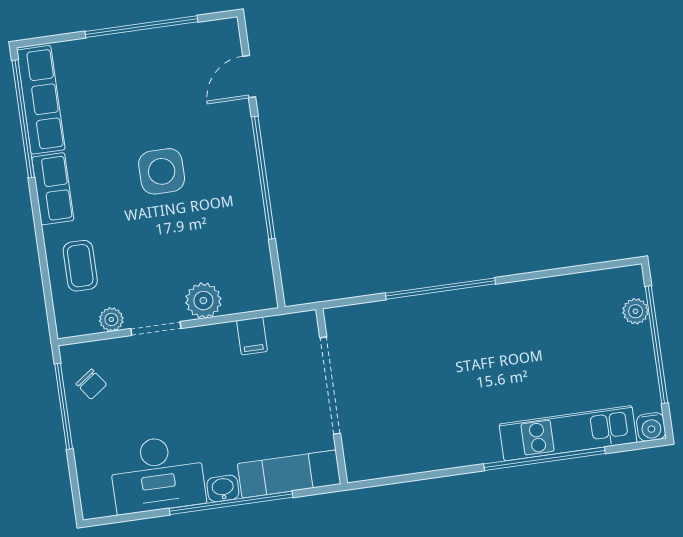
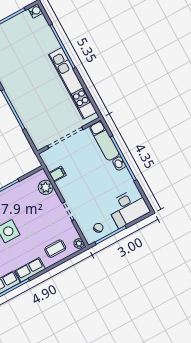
plant: (203, 301) -> (46, 187), moved
plant: (111, 319) -> (79, 244), moved
kitchen unit: (568, 433) -> (73, 83), moved, width x1.36
desk: (157, 474) -> (128, 208), moved, turned 90

